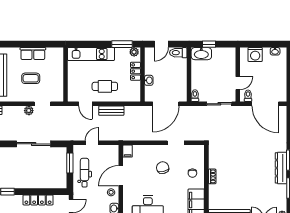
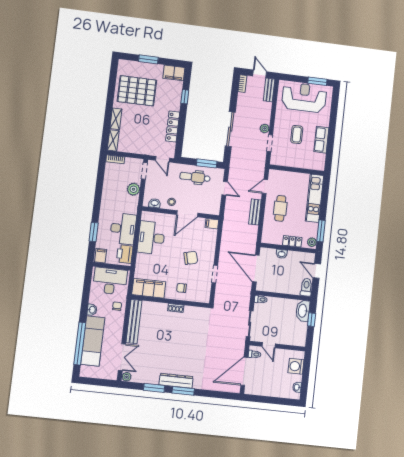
dental chair: (85, 173) -> (195, 177), turned 180
door: (121, 176) -> (187, 214), swing flipped

